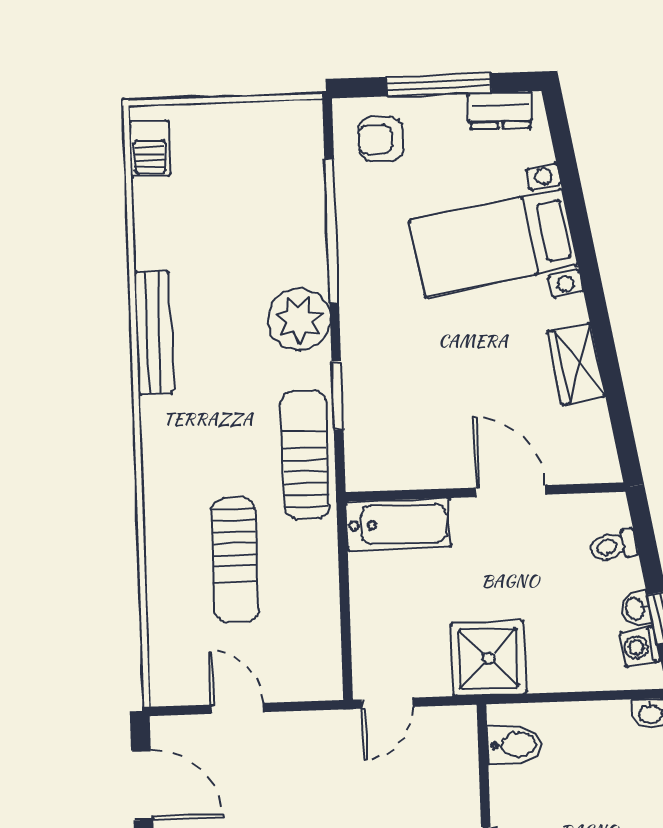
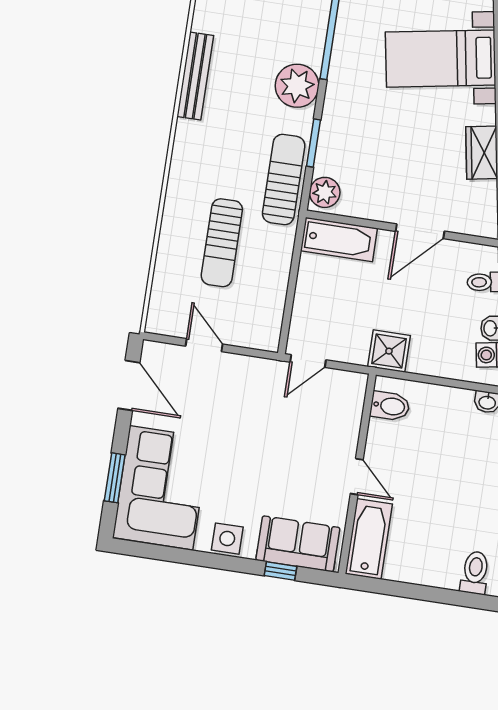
plant: (366, 462) -> (325, 192), added
door: (510, 491) -> (420, 231), swing flipped
shower: (489, 658) -> (389, 351), width x0.73, depth x0.73

